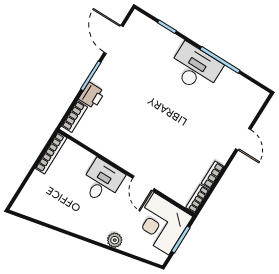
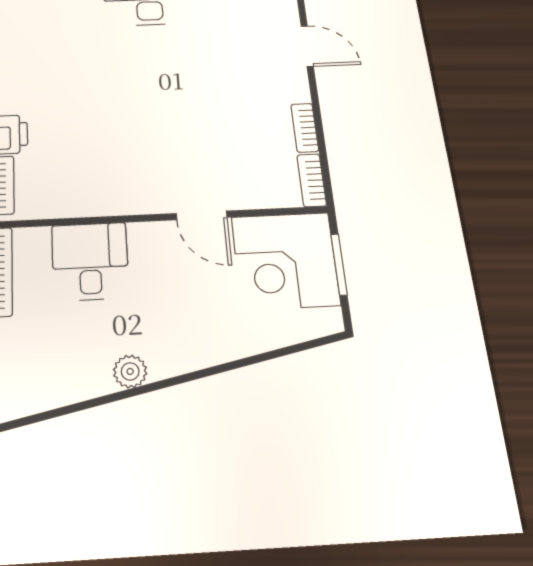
desk: (102, 181) -> (90, 261), moved
plant: (115, 240) -> (130, 371), moved

